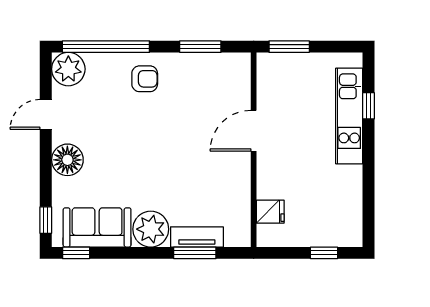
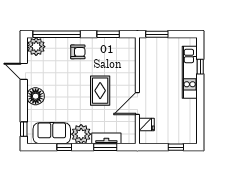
door: (46, 114) -> (24, 71), hinge flipped
door: (254, 131) -> (137, 103), moved
rug: (185, 150) -> (100, 91), added
window: (76, 253) -> (64, 147), moved

